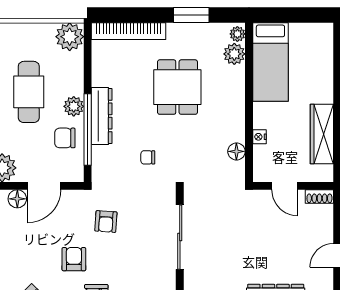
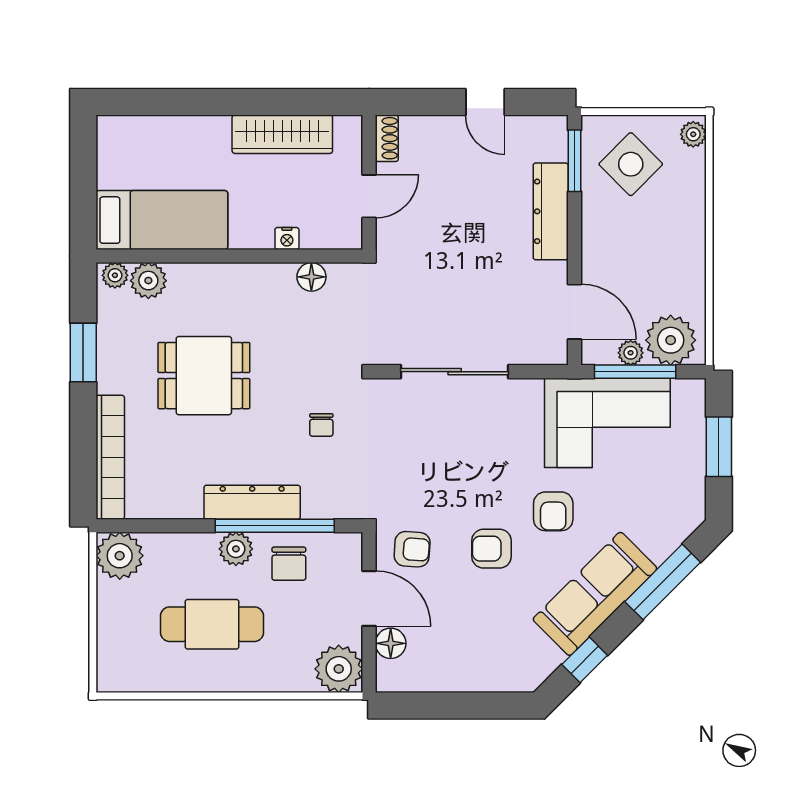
armchair: (106, 222) -> (412, 549), moved

